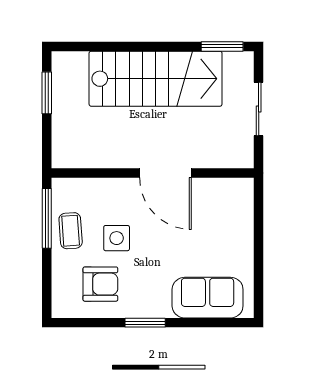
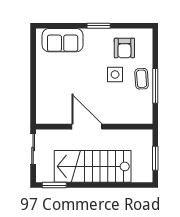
wall: (153, 173) -> (94, 127), moved
door: (165, 173) -> (87, 127), moved
armchair: (100, 284) -> (124, 48), turned -90

